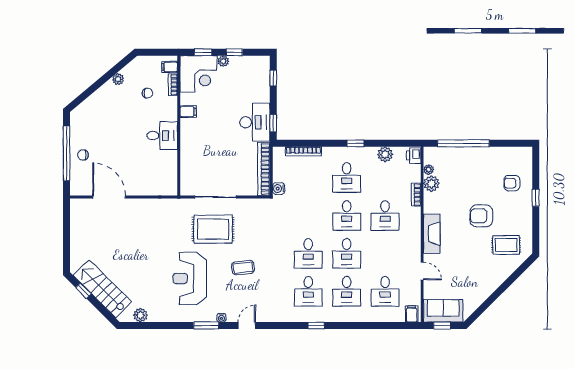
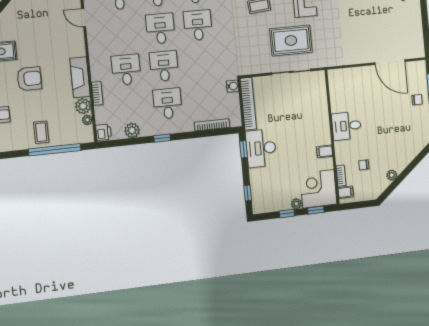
coffee table: (475, 162) -> (41, 132), added
fireplace: (432, 234) -> (80, 77), moved

